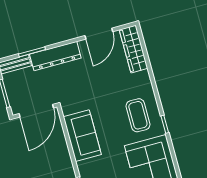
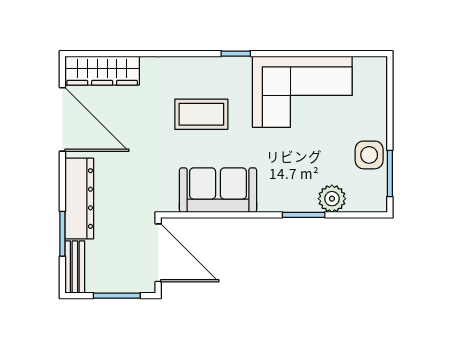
door: (99, 34) -> (62, 119), width x1.36
coffee table: (138, 115) -> (201, 114), moved

